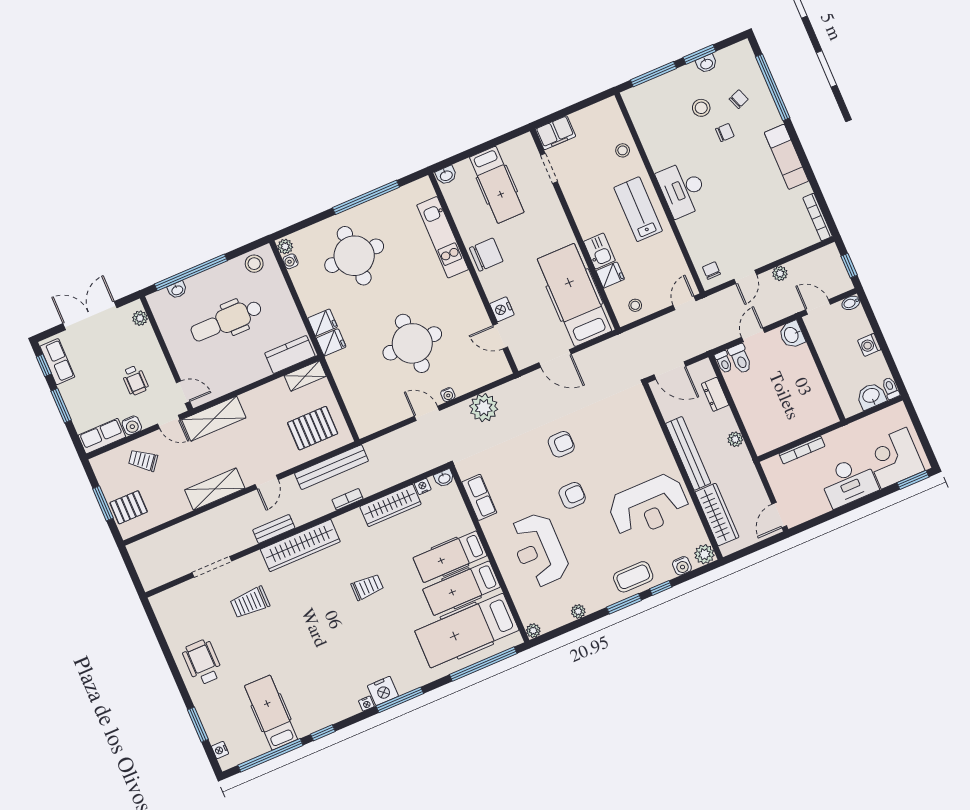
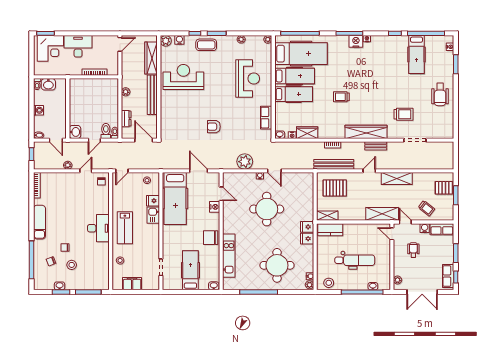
filing cabinet: (555, 133) -> (132, 284), moved
armchair: (572, 495) -> (219, 99), removed
wardrobe: (391, 505) -> (307, 133), width x0.67

